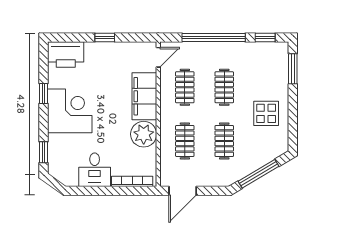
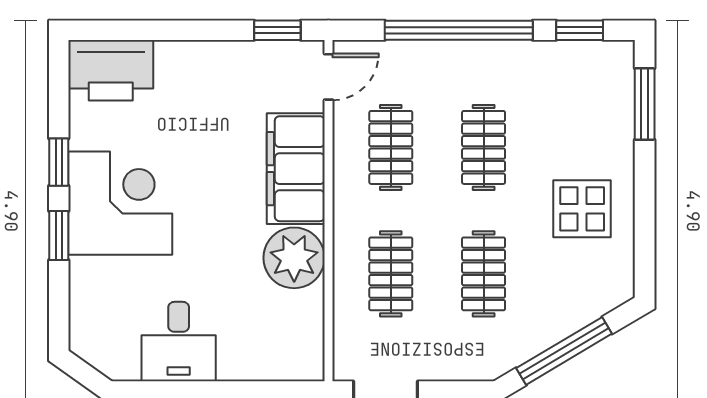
window: (105, 37) -> (277, 30), moved
window: (44, 152) -> (59, 236), moved
bookcase: (132, 181) -> (267, 369), removed

